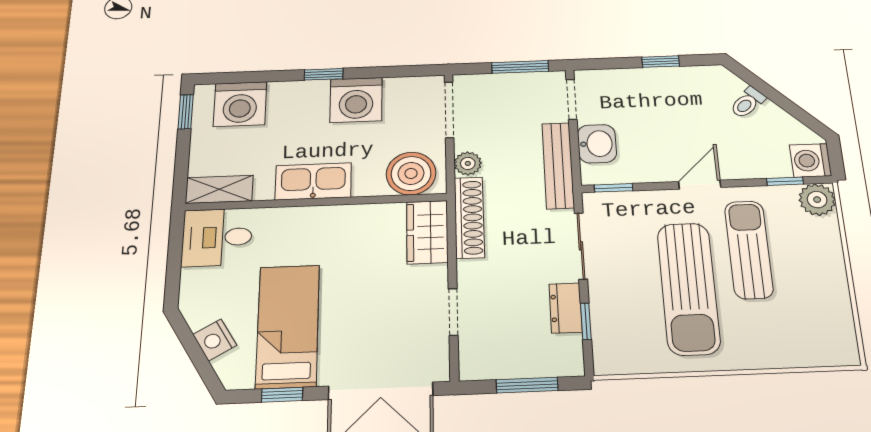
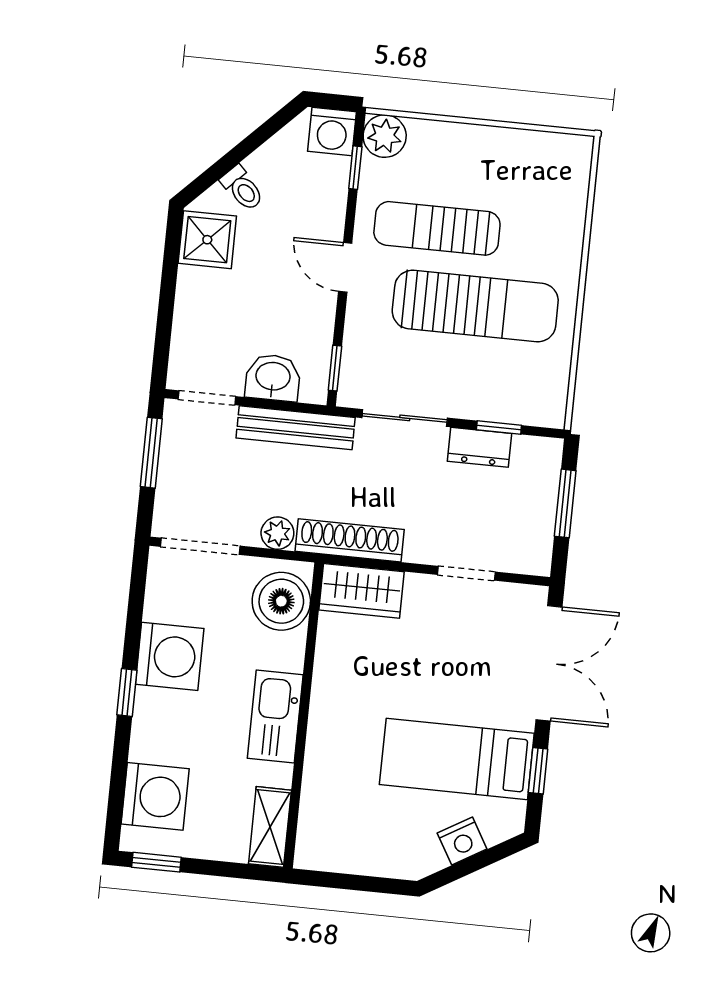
window: (661, 62) -> (169, 281), removed
shower: (700, 84) -> (207, 240), added
desk: (217, 237) -> (333, 833), removed

